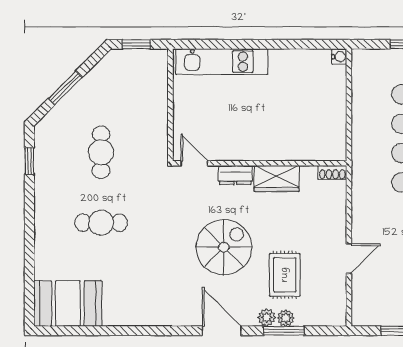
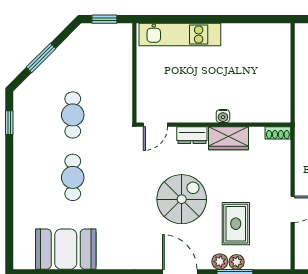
water cooler: (339, 57) -> (223, 116), moved, turned 90
door: (194, 163) -> (155, 125), swing flipped
cafe table: (101, 223) -> (73, 177), turned 90
booth: (68, 303) -> (66, 249), moved

